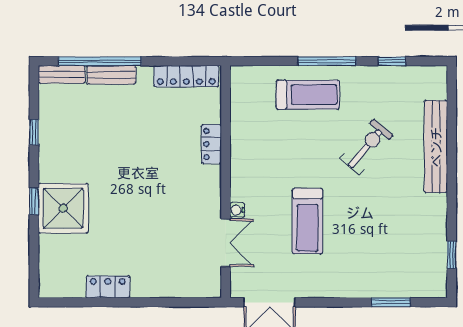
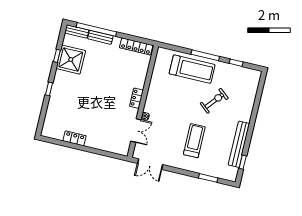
treadmill: (308, 95) -> (192, 69), width x1.37, depth x1.38
locker: (211, 144) -> (136, 98), moved
bench: (436, 147) -> (239, 144), moved
shower: (63, 208) -> (71, 60), moved
treadmill: (307, 221) -> (194, 141), moved, turned 180

